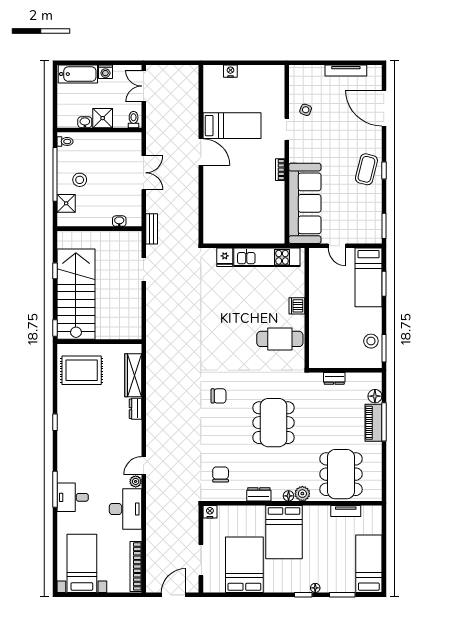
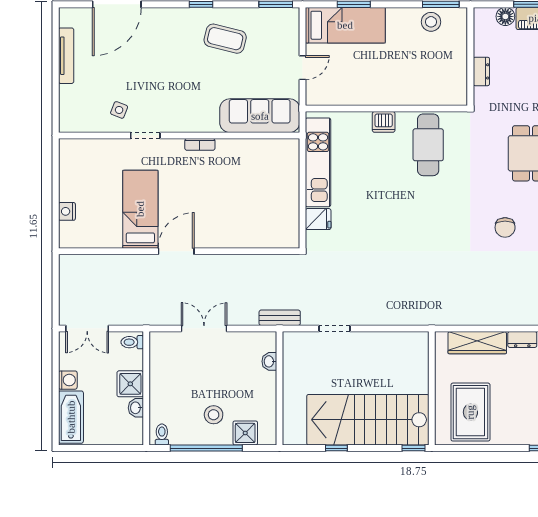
coffee table: (366, 169) -> (225, 39), moved
sofa: (305, 203) -> (260, 116), width x0.74, depth x0.79
chair: (219, 396) -> (505, 227), turned 180

